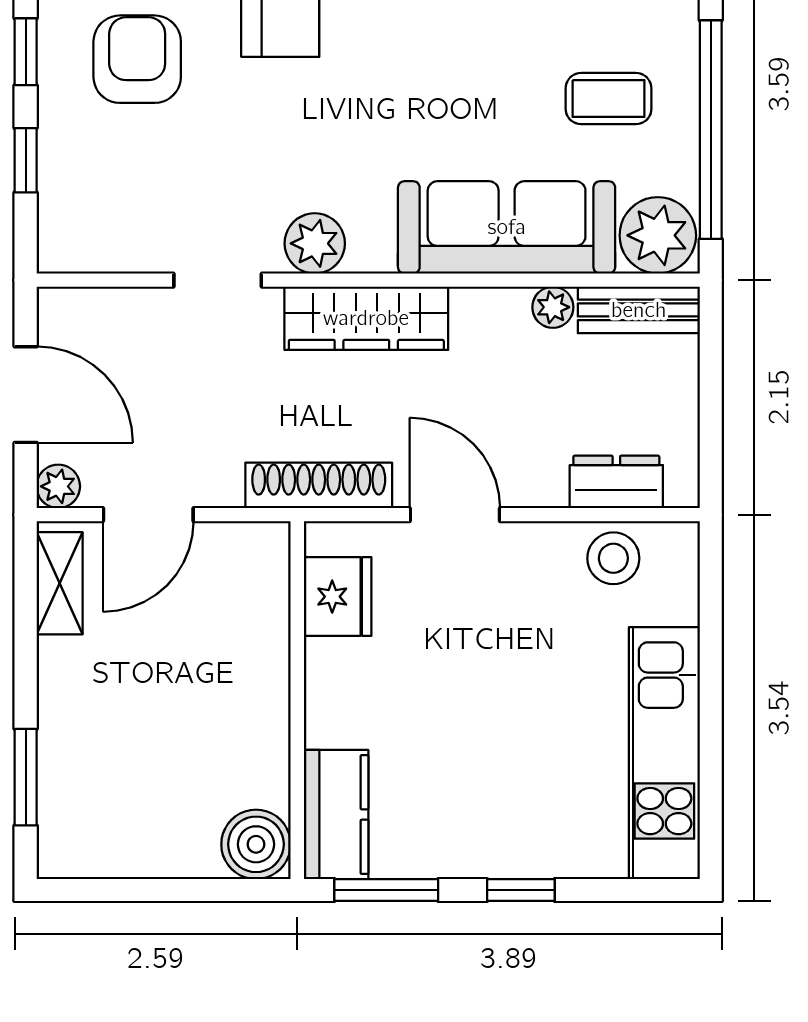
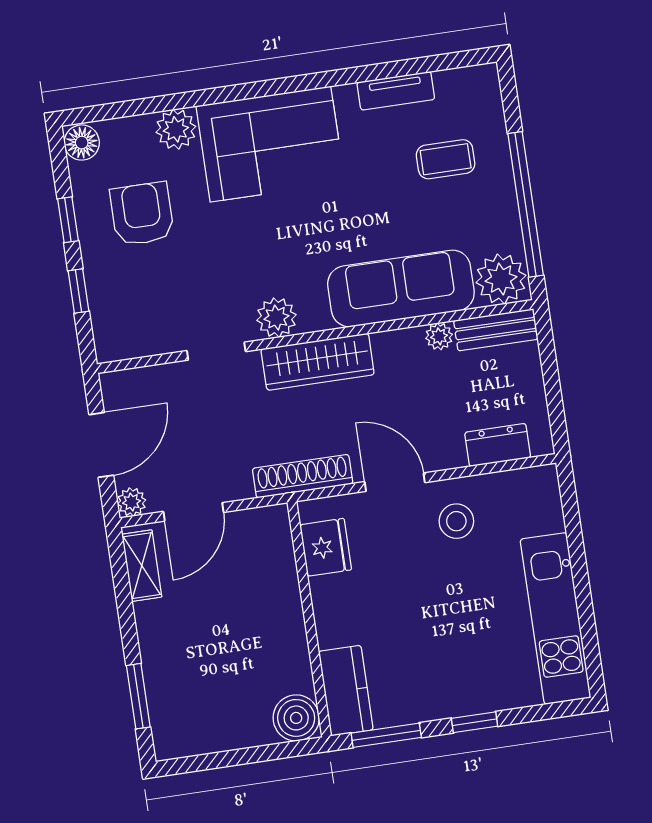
coffee table: (608, 99) -> (446, 159), moved
door: (26, 395) -> (101, 445), hinge flipped
stool: (613, 558) -> (456, 521), moved

